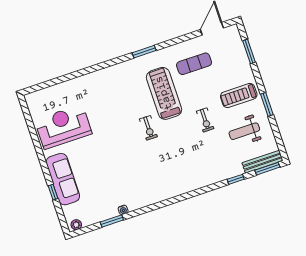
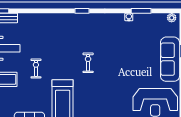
exercise bike: (148, 128) -> (88, 63), moved
window: (236, 179) -> (82, 11), moved

